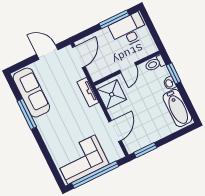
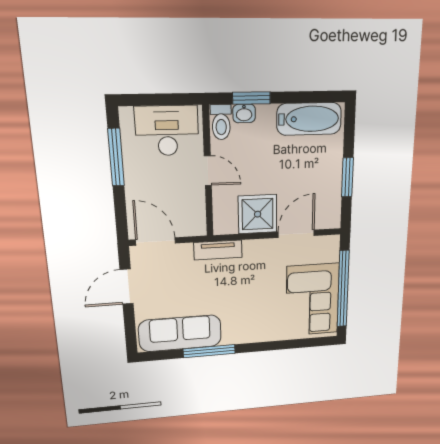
desk: (129, 30) -> (167, 131), moved, turned 90
washbasin: (169, 83) -> (244, 113), moved
shower: (112, 94) -> (258, 214), moved
door: (115, 131) -> (296, 234), hinge flipped
window: (145, 150) -> (347, 177), moved

